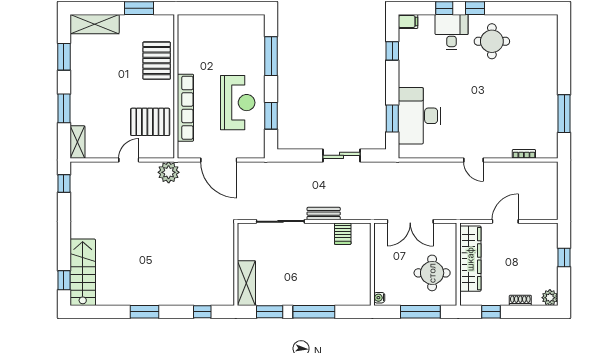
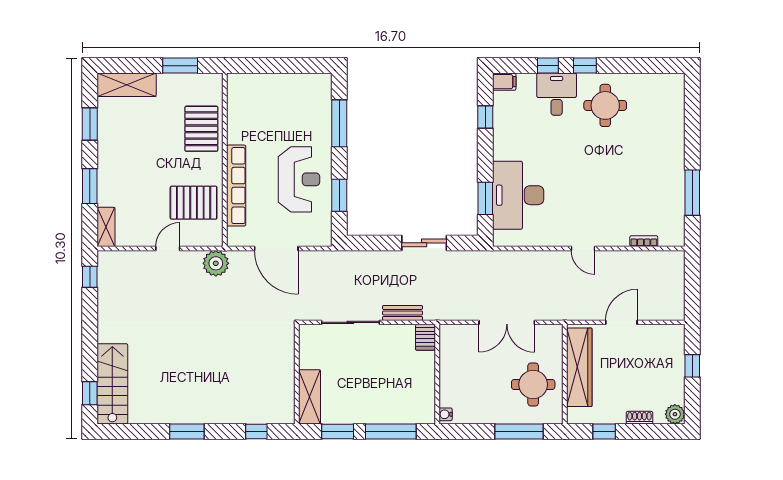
wall: (372, 264) -> (437, 374), moved
water cooler: (379, 298) -> (446, 414), moved

